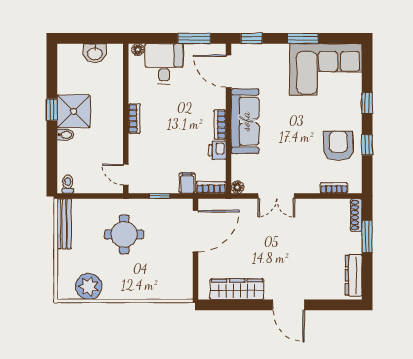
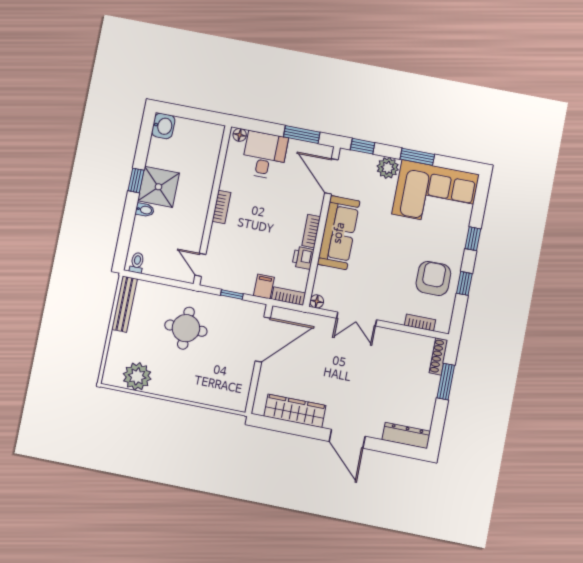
washbasin: (95, 53) -> (163, 126), moved, turned -90
plant: (278, 54) -> (388, 168), added
dresser: (354, 275) -> (406, 436), moved, turned 90

